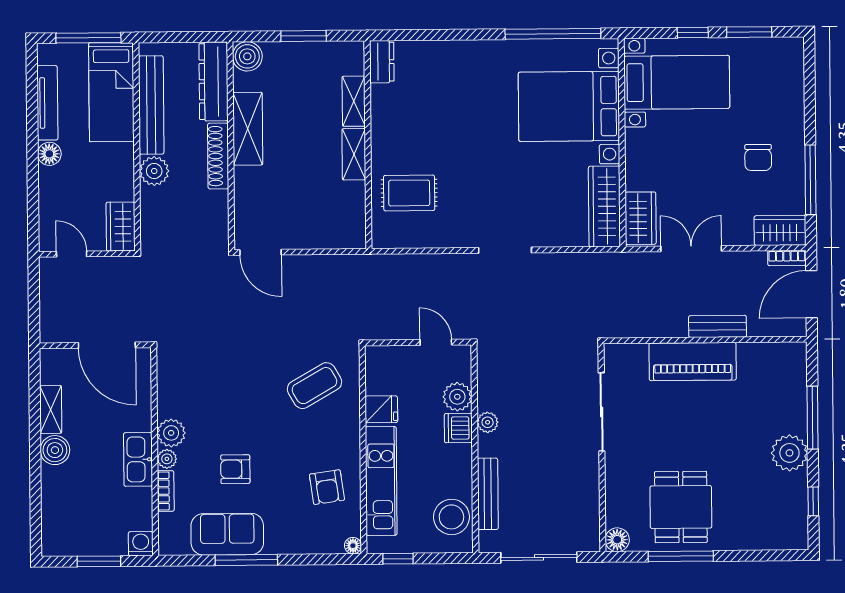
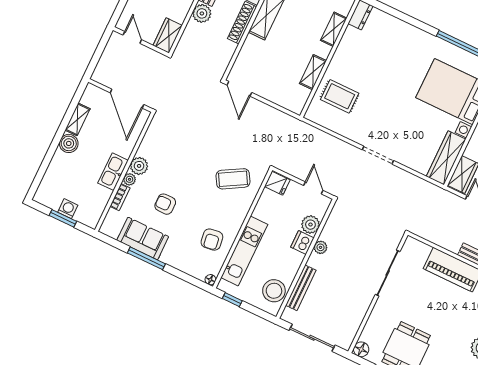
shelving: (354, 154) -> (313, 72), moved
fridge: (381, 409) -> (277, 183), moved
washing machine: (141, 544) -> (68, 209), moved

